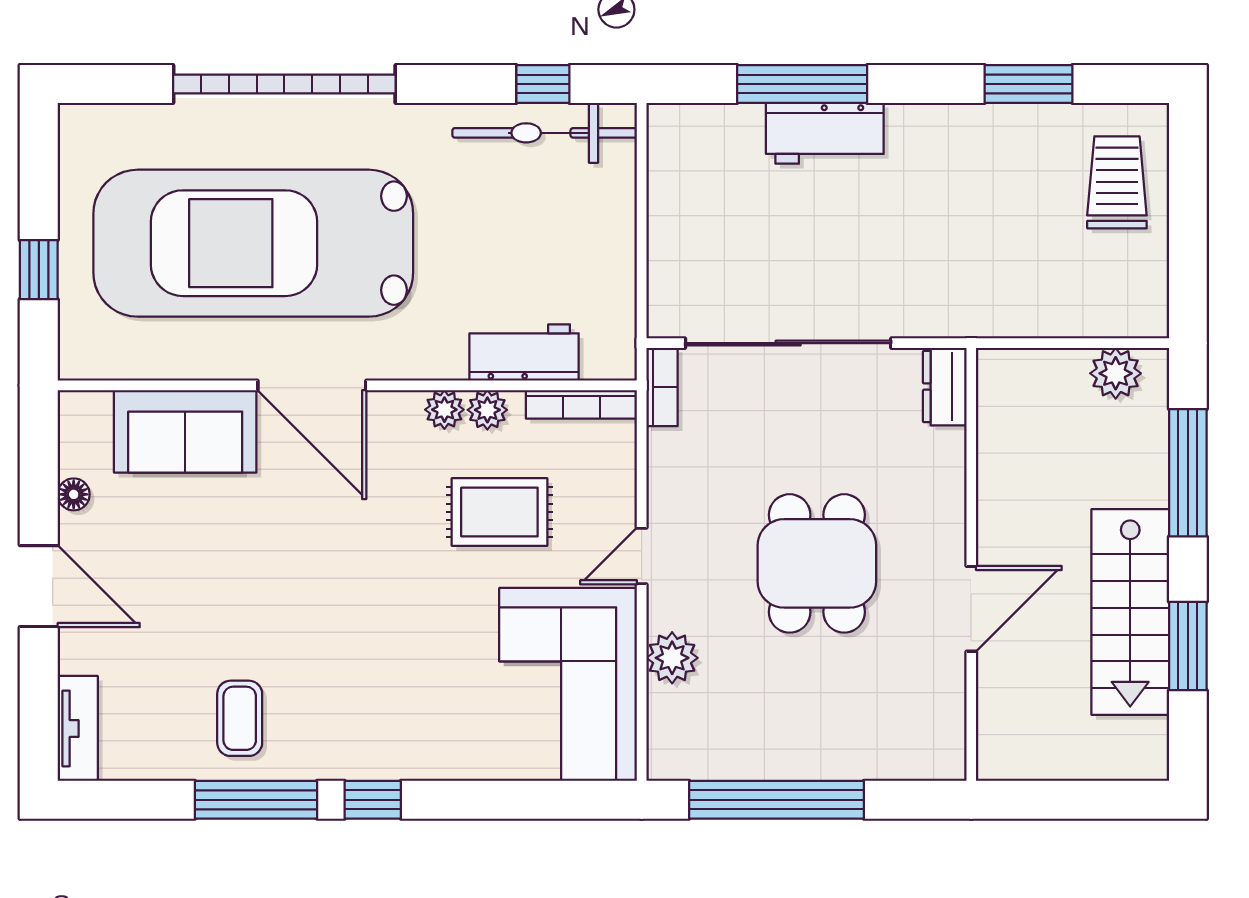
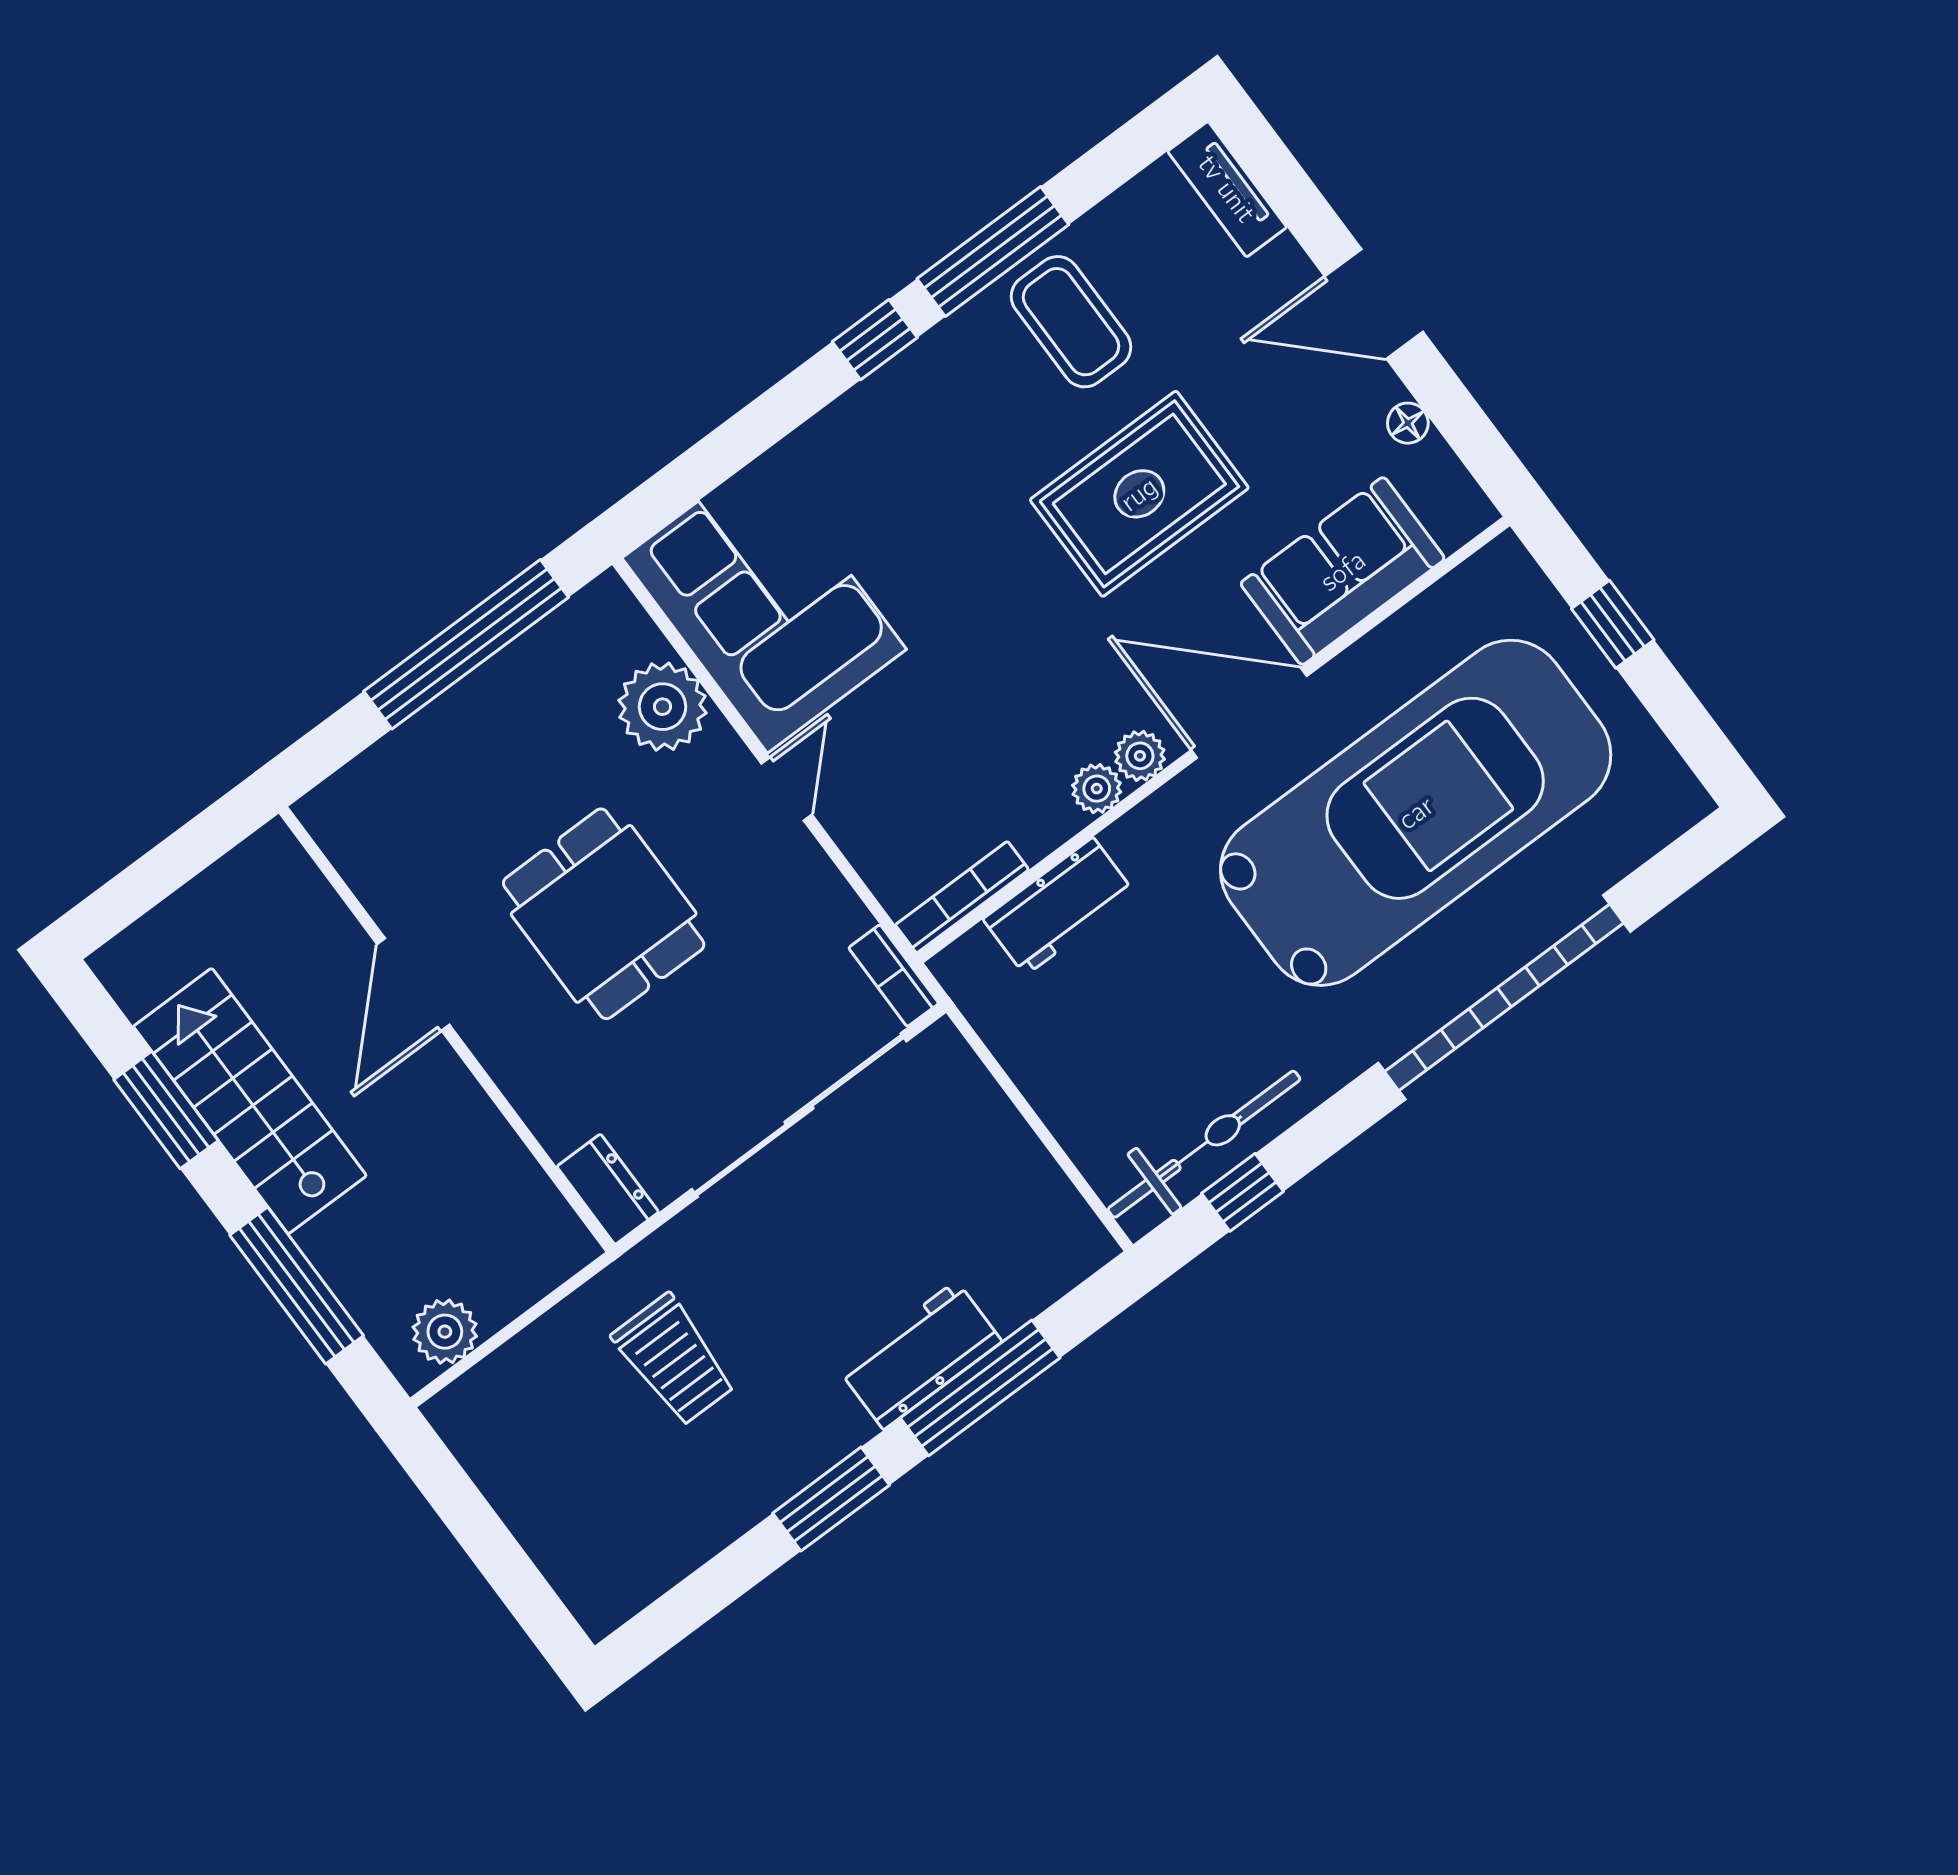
window: (1028, 84) -> (831, 1499), moved
trolley: (1117, 182) -> (674, 1360), moved
plant: (487, 410) -> (1140, 756), moved
rug: (499, 512) -> (1139, 494), moved, width x1.36, depth x1.43
plant: (672, 658) -> (663, 707), width x1.36, depth x1.36
coffee table: (240, 718) -> (1071, 322), width x1.36, depth x1.30

